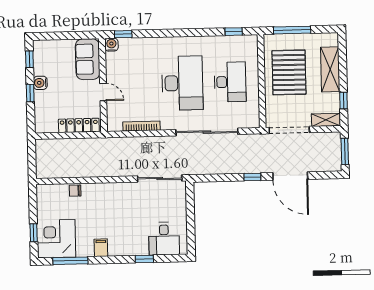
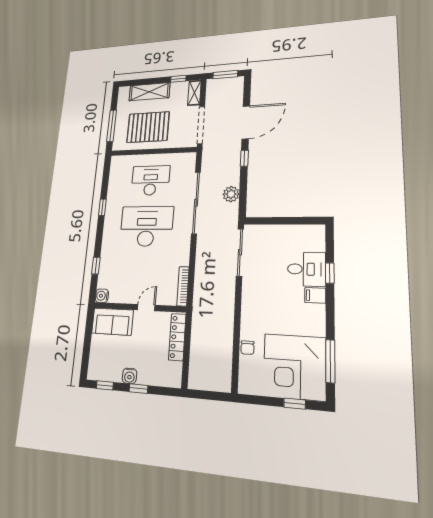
window: (234, 32) -> (102, 207), moved
window: (123, 34) -> (96, 266), moved
bookcase: (142, 126) -> (183, 286), moved
plant: (216, 166) -> (231, 194), added
corner desk: (56, 239) -> (295, 367), width x1.36, depth x1.36
desk: (164, 239) -> (307, 269), moved
filing cabinet: (101, 248) -> (315, 295), moved

